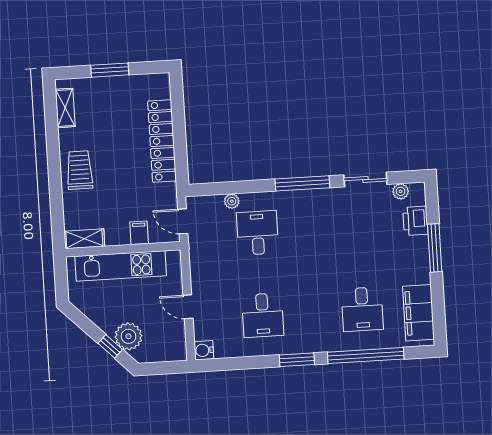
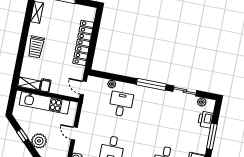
trolley: (80, 170) -> (36, 47), turned 180
filing cabinet: (139, 233) -> (45, 85), moved
window: (110, 346) -> (22, 135), moved

